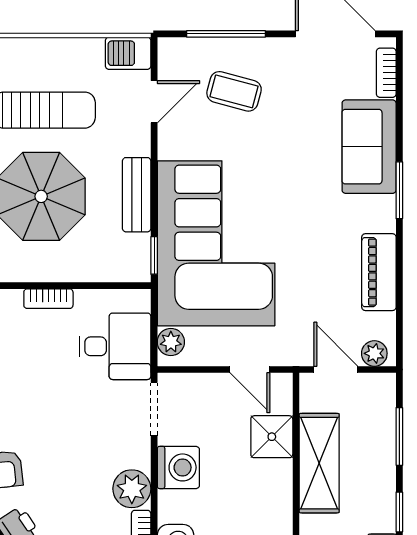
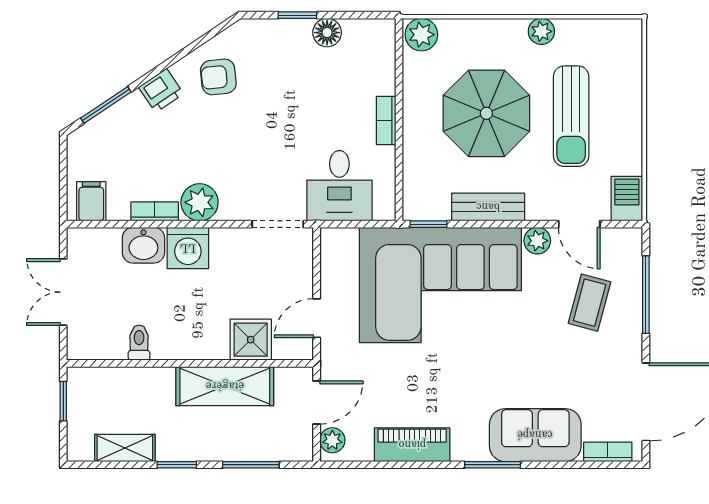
plant: (171, 342) -> (537, 241), moved
washing machine: (178, 467) -> (188, 248), moved

